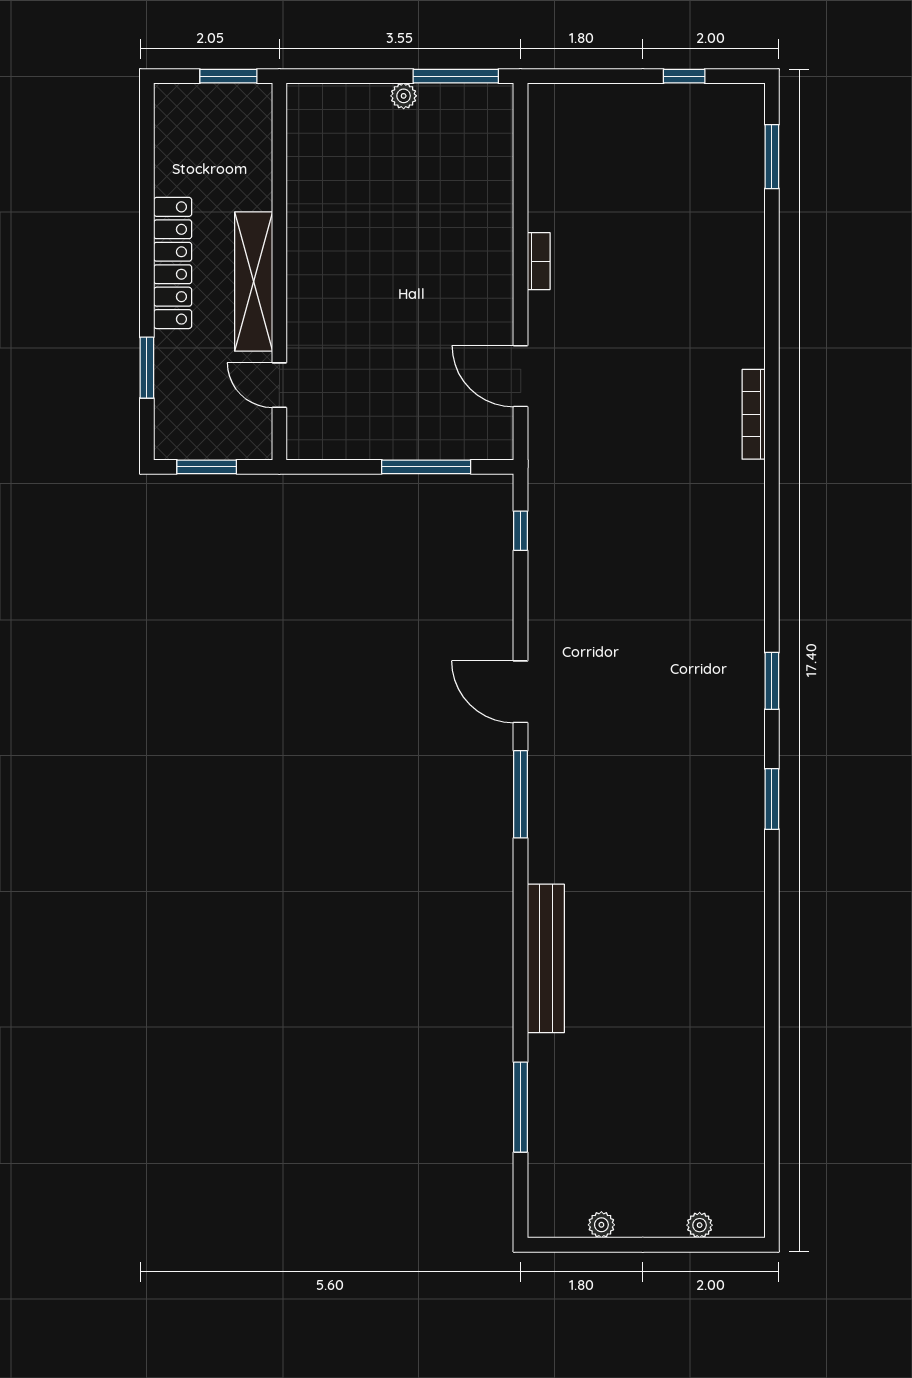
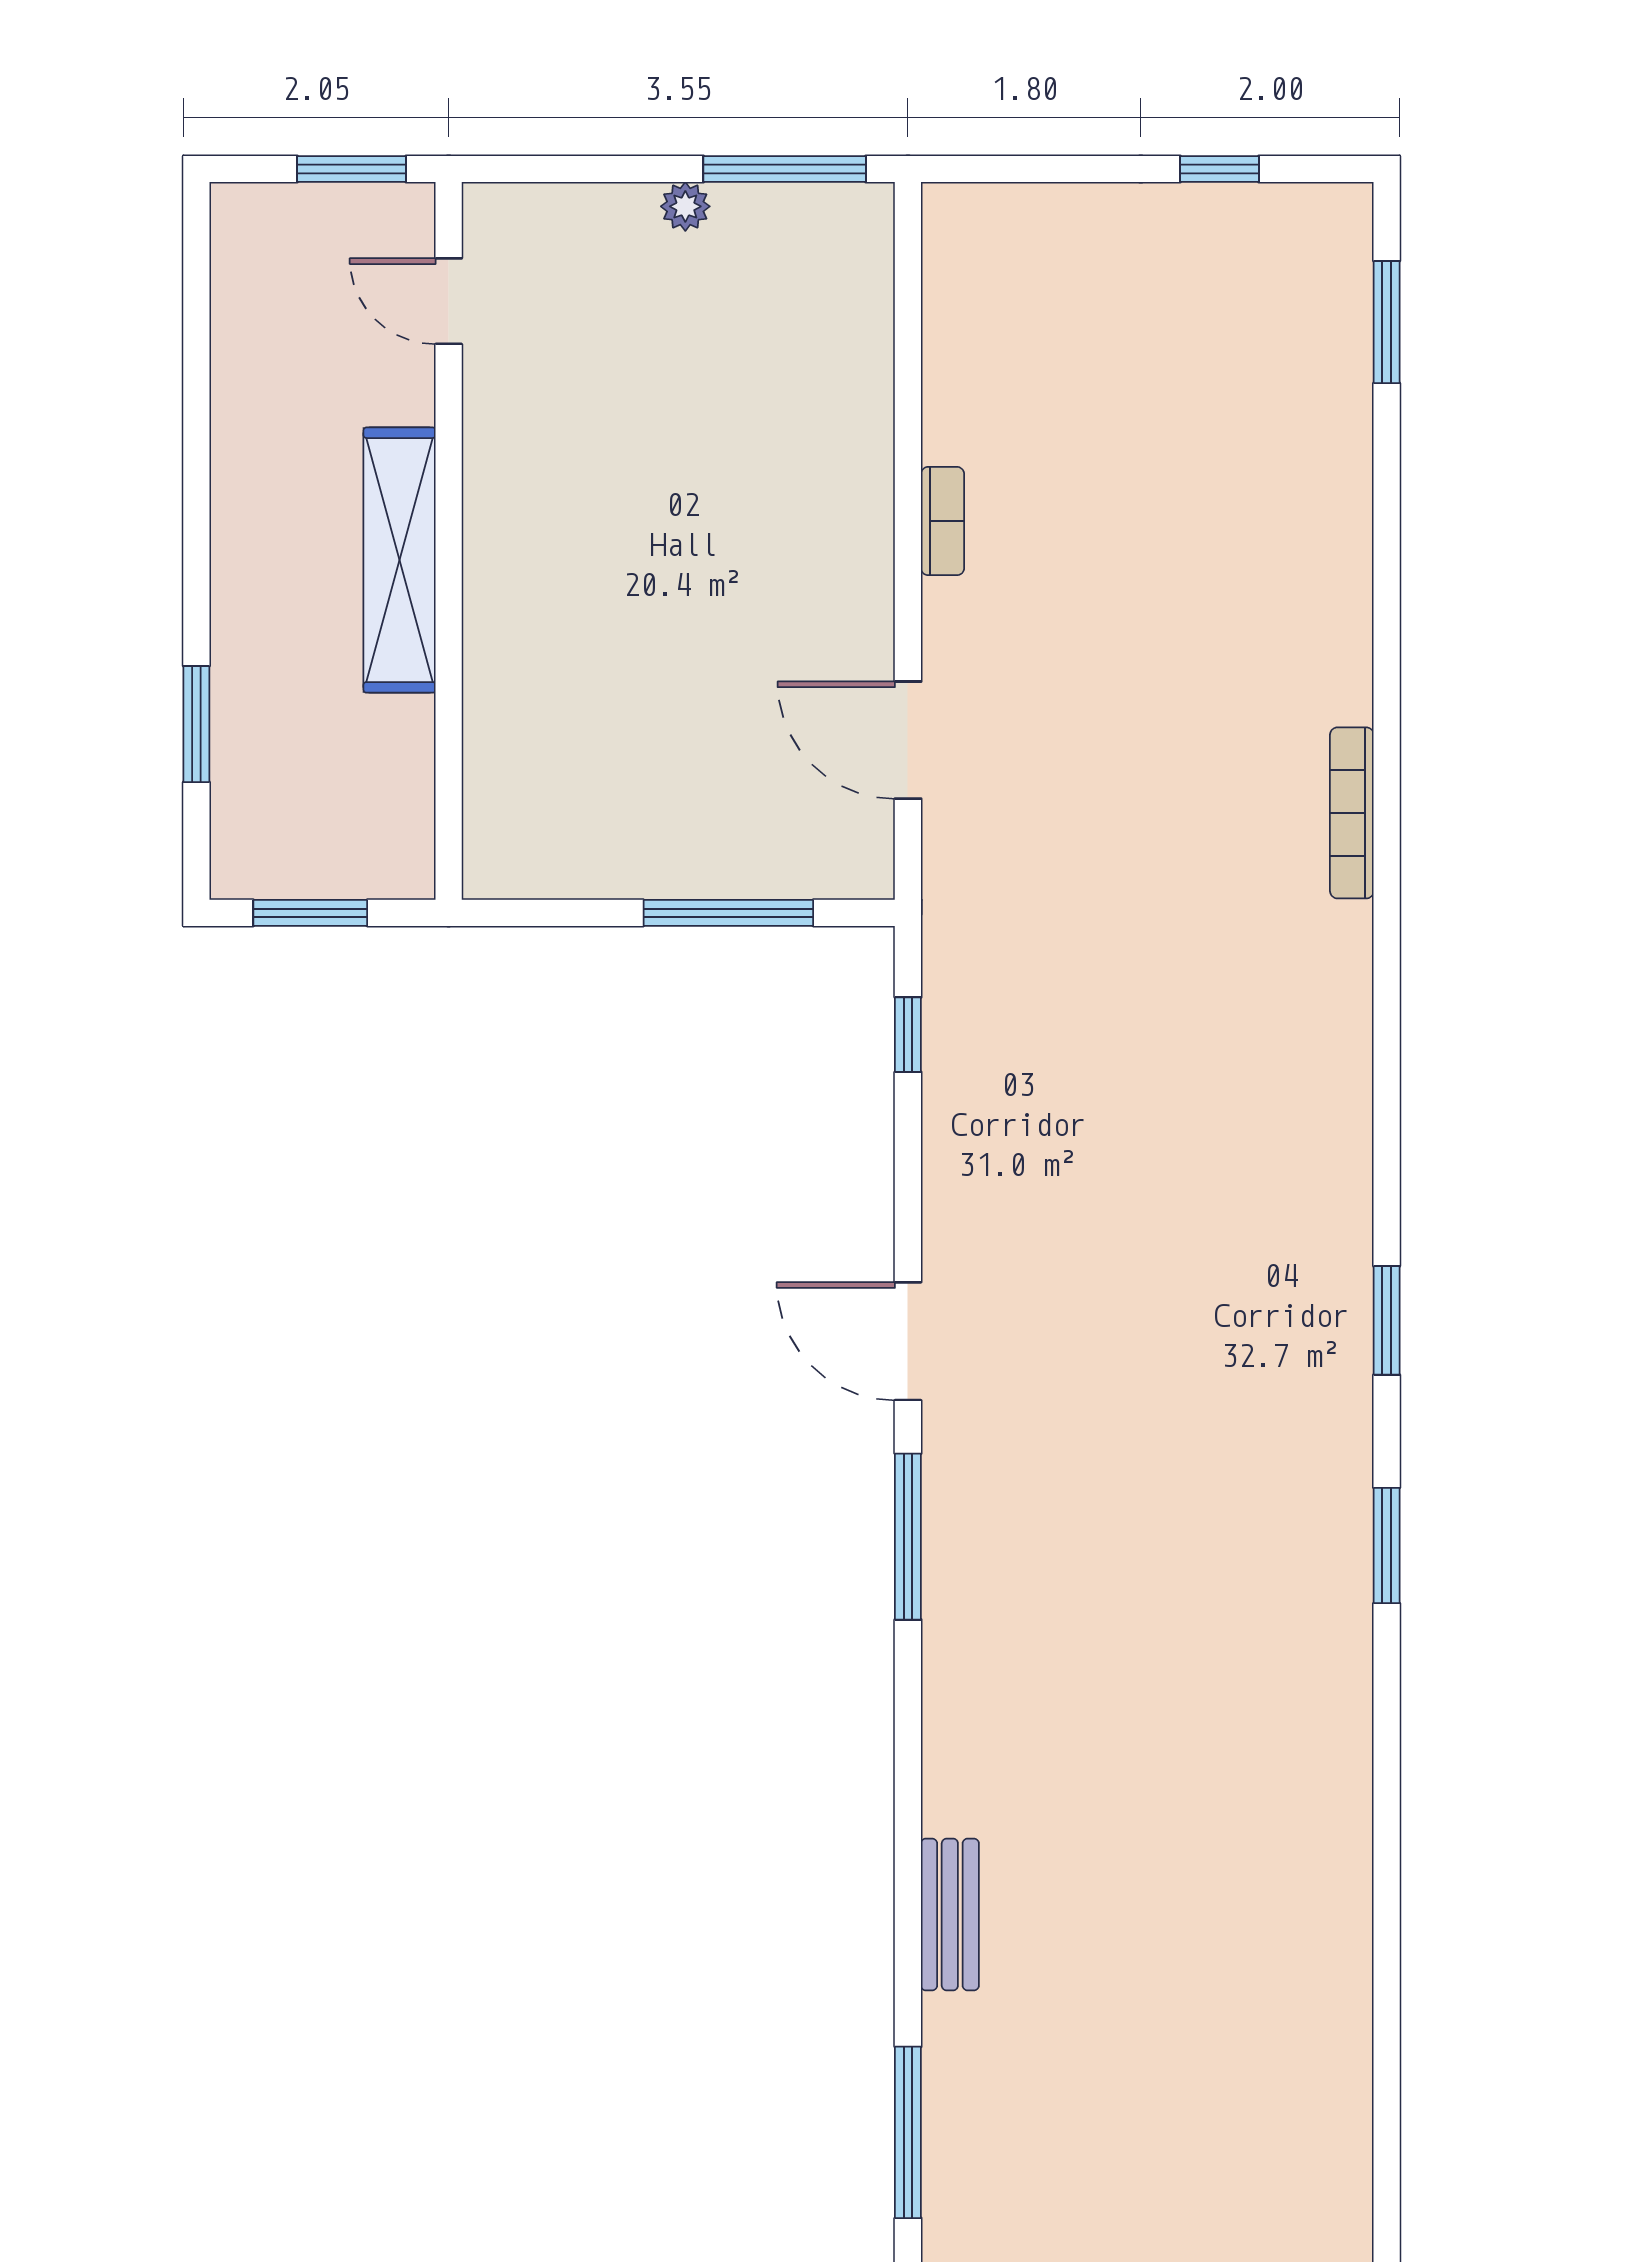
locker: (173, 263) -> (246, 525), removed
door: (279, 385) -> (449, 301), moved
bench: (546, 958) -> (950, 1915), width x0.54, depth x0.82

